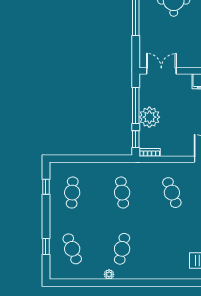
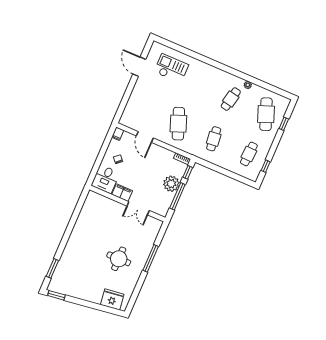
double door: (161, 71) -> (138, 208), moved
cafe table: (172, 193) -> (178, 124), width x1.37, depth x1.35
cafe table: (72, 249) -> (266, 114), width x1.37, depth x1.35

